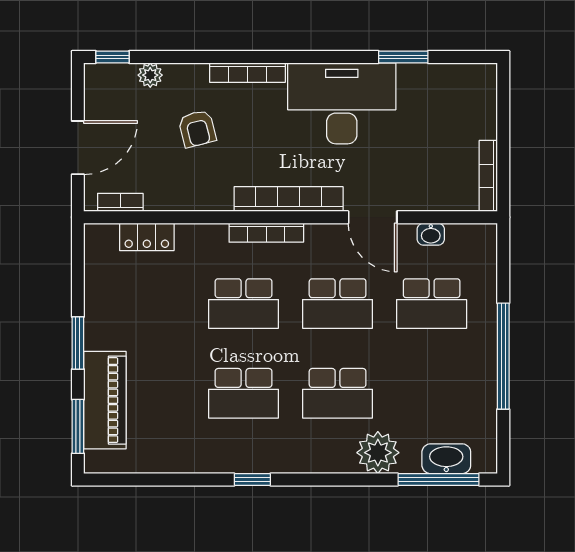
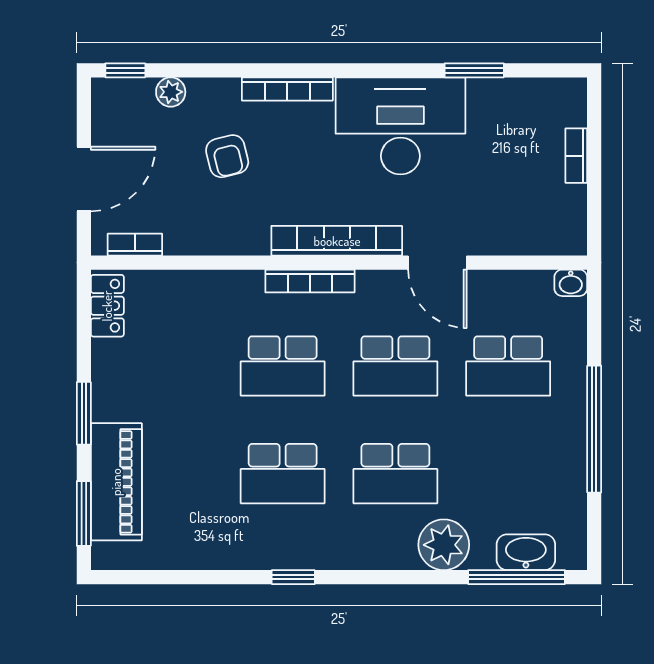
bookcase: (488, 176) -> (576, 156), moved, width x0.64
washbasin: (431, 234) -> (571, 283), moved
locker: (147, 237) -> (107, 306), moved, turned -90

